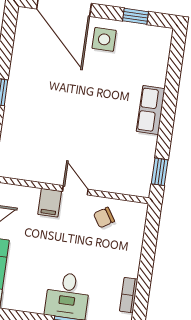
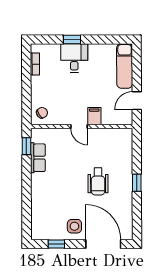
wheelchair: (58, 102) -> (98, 181), added
row of seats: (151, 110) -> (38, 158), moved
chair: (104, 218) -> (42, 113), moved

